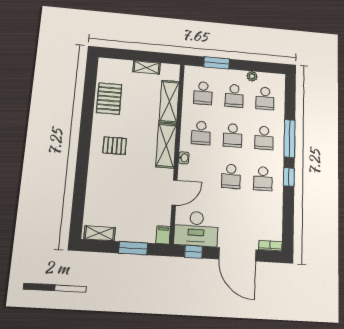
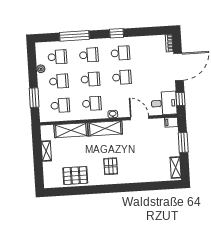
window: (290, 138) -> (74, 36), moved
desk: (196, 229) -> (164, 103), width x0.73

